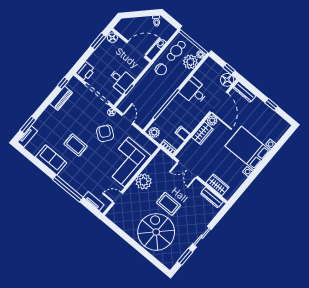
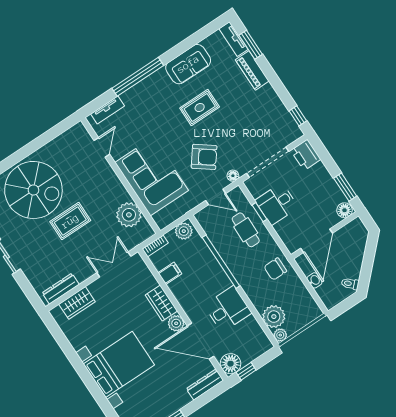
cafe table: (176, 51) -> (246, 230), moved
piano: (61, 98) -> (252, 70), moved
plant: (144, 182) -> (129, 215), moved

